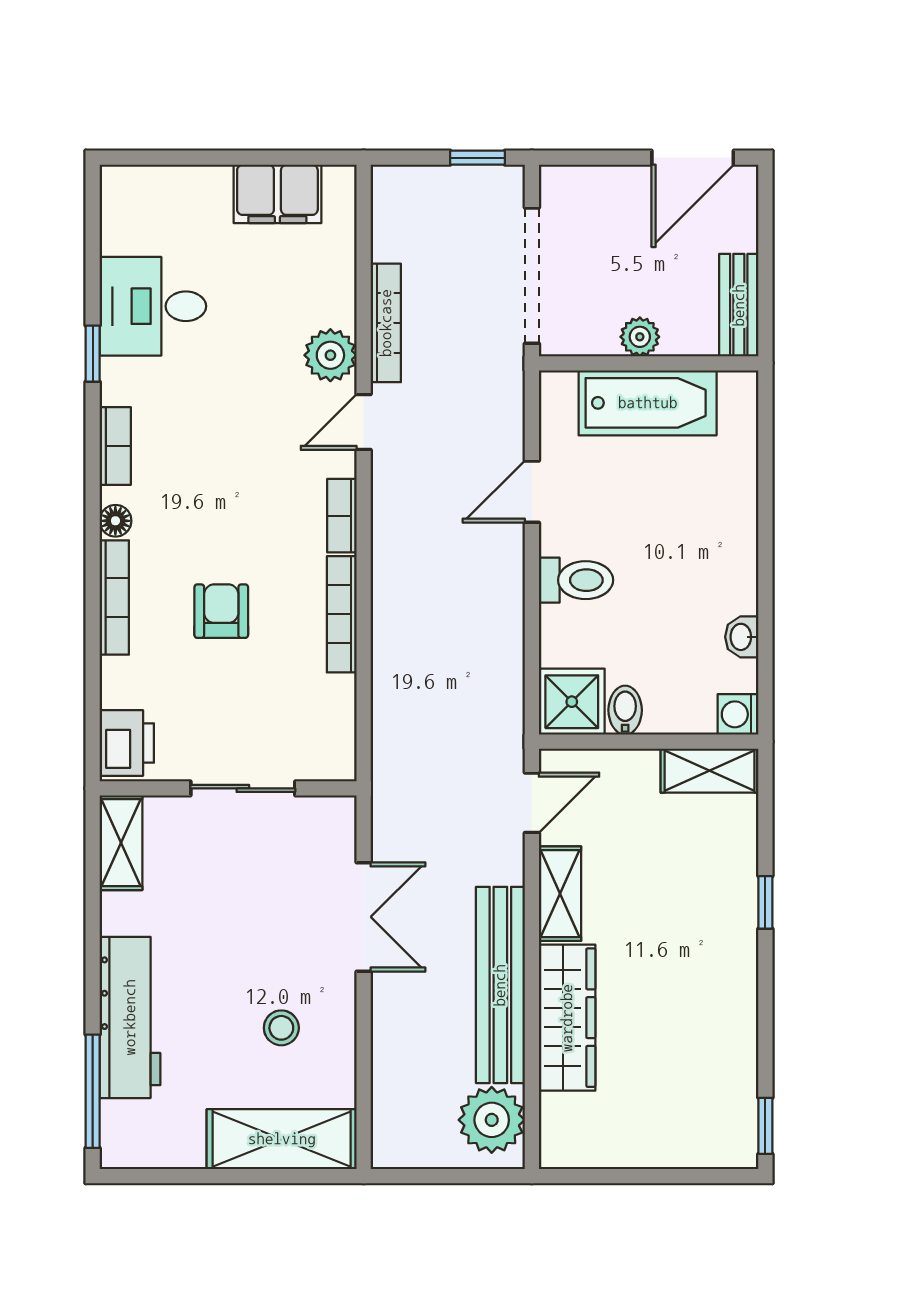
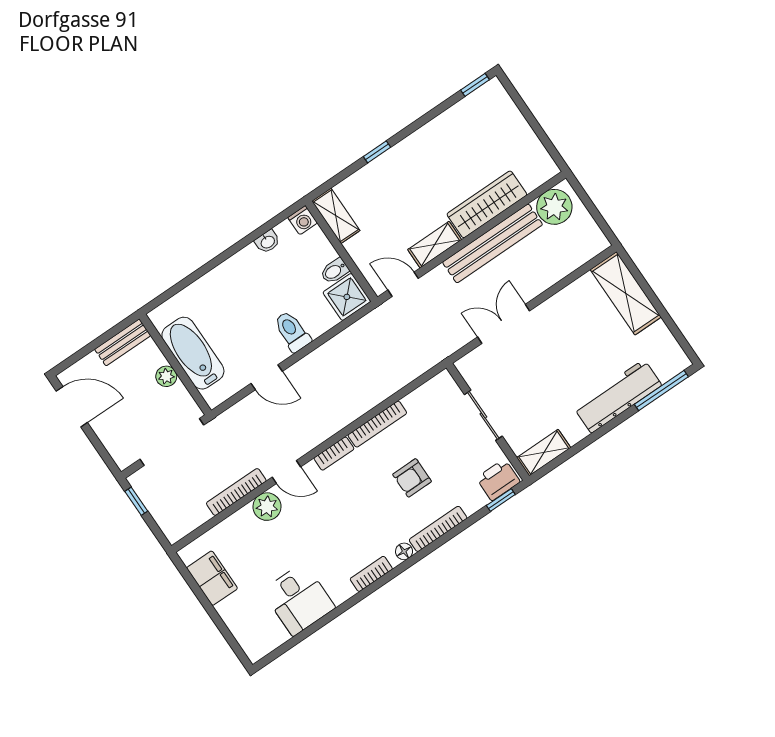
window: (93, 354) -> (501, 500), moved
stool: (281, 1028) -> (577, 327), removed

